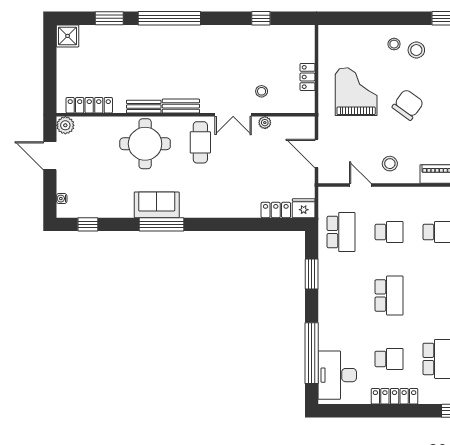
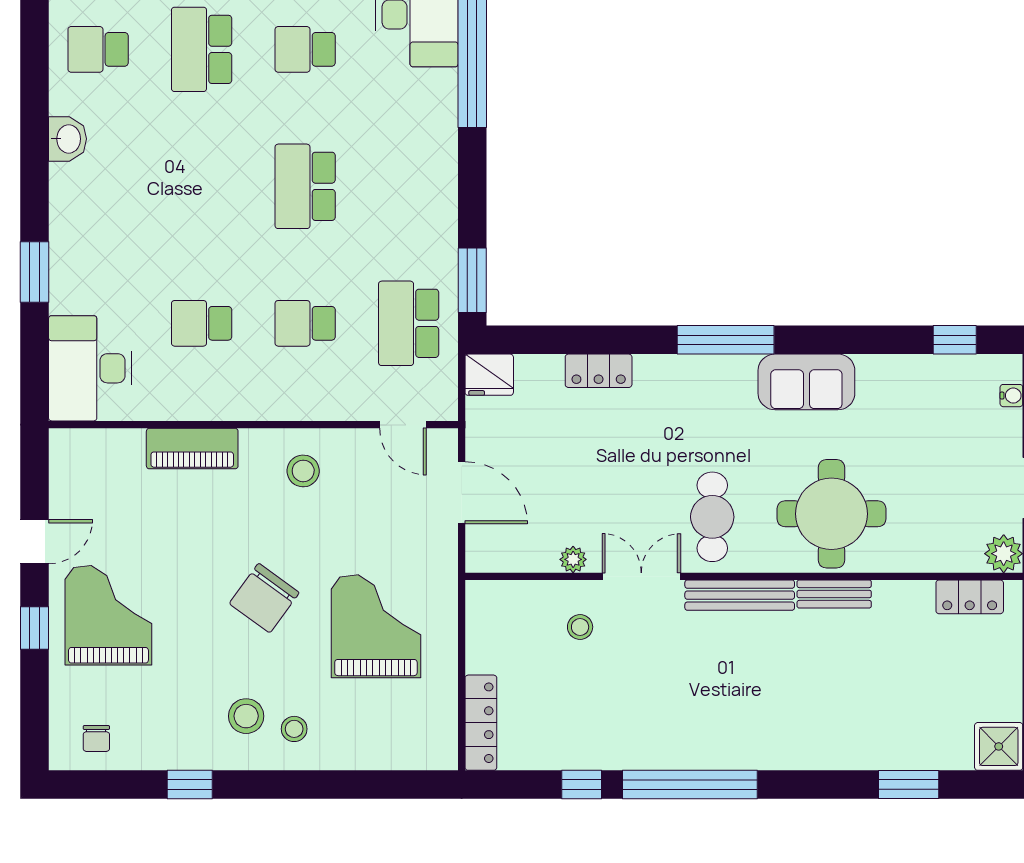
window: (169, 18) -> (690, 785), moved
locker: (308, 77) -> (481, 723), moved, width x1.53
grand piano: (356, 92) -> (376, 626), turned 180
locker: (89, 105) -> (970, 597), width x0.66
bench: (181, 106) -> (740, 595), width x1.36
door: (360, 185) -> (403, 425), moved
locker: (276, 210) -> (599, 371), moved
window: (161, 224) -> (726, 340), moved
window: (312, 274) -> (472, 280), moved

